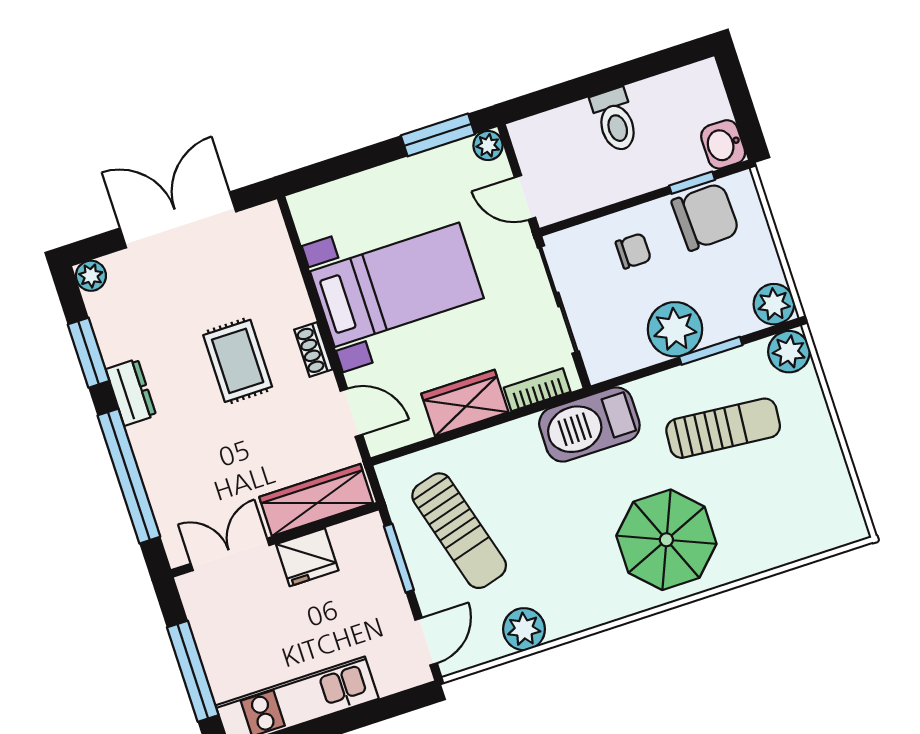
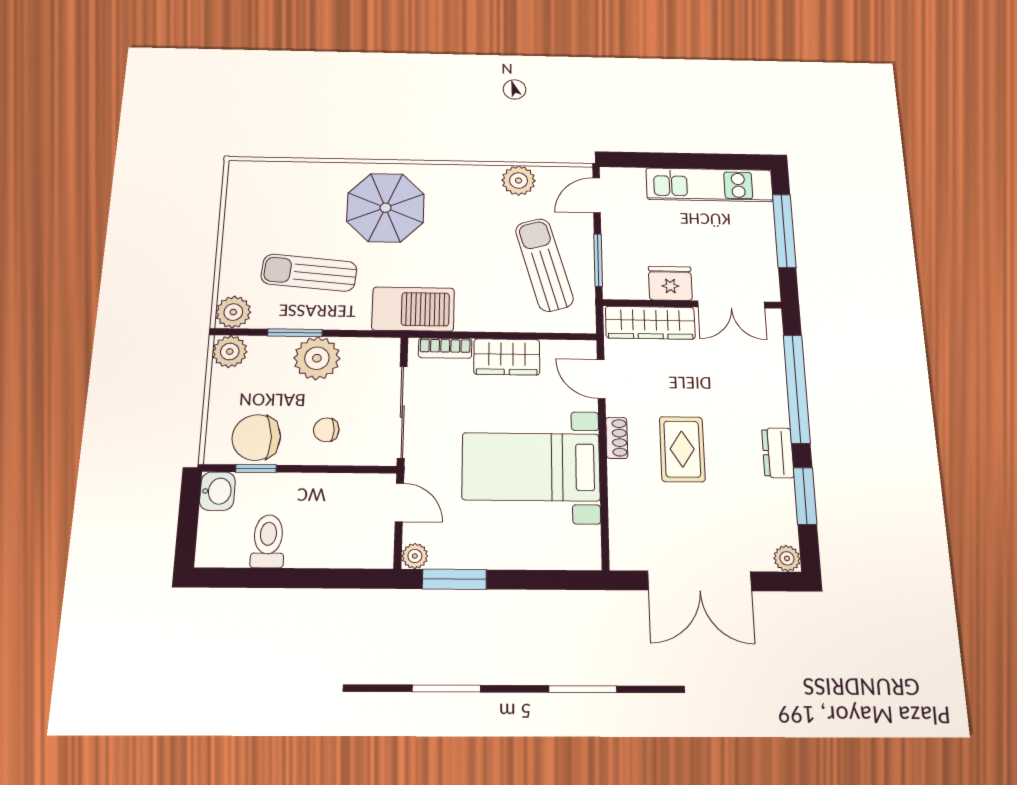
toilet: (615, 120) -> (268, 541), moved

